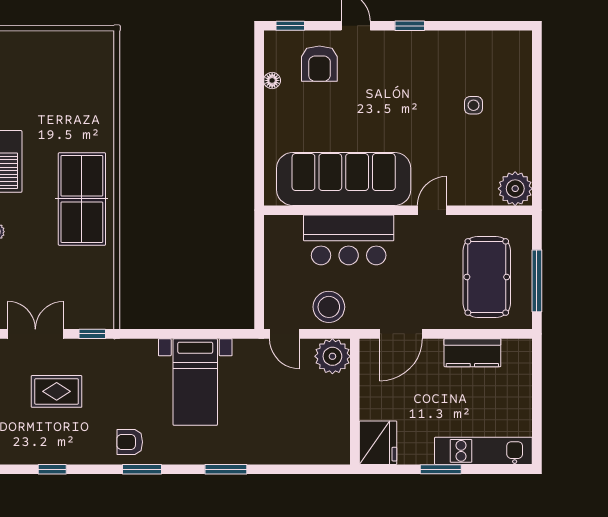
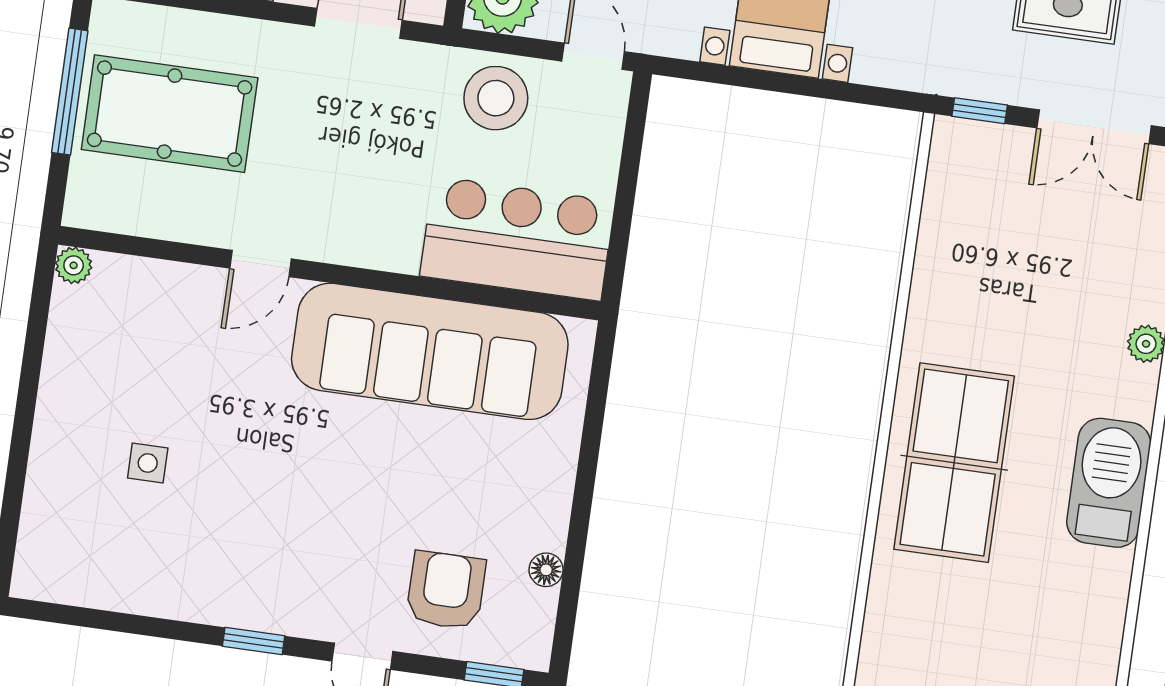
plant: (515, 189) -> (74, 265), width x0.53, depth x0.53
table tennis table: (82, 199) -> (954, 463), moved
bar counter: (349, 240) -> (517, 239), moved
pool table: (487, 277) -> (170, 114), turned 90

